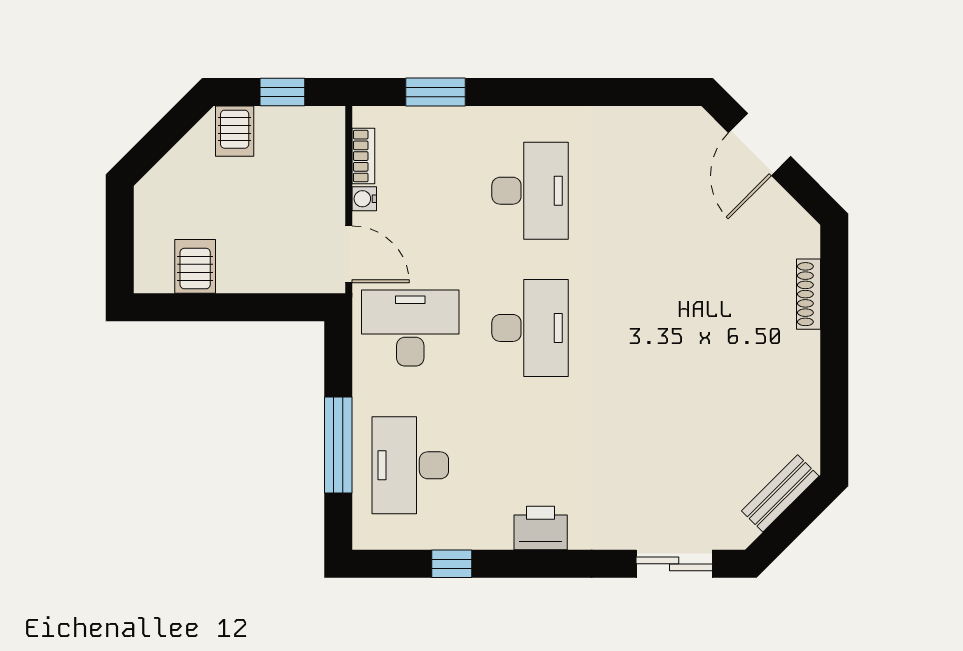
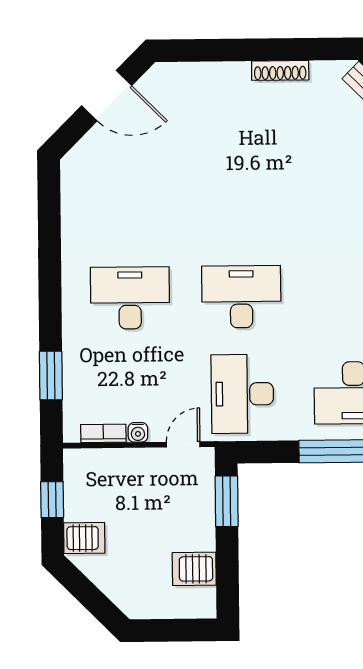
door: (760, 145) -> (107, 96), moved
door: (349, 254) -> (183, 444), width x0.73
shoe rack: (809, 294) -> (280, 70), moved
window: (278, 307) -> (227, 501), added

